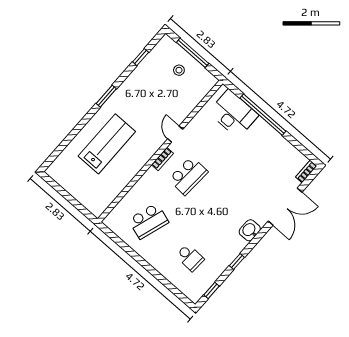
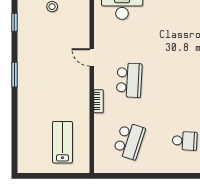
lab bench: (107, 144) -> (62, 142), moved, width x0.73, depth x0.72
bookcase: (162, 159) -> (99, 101), moved

